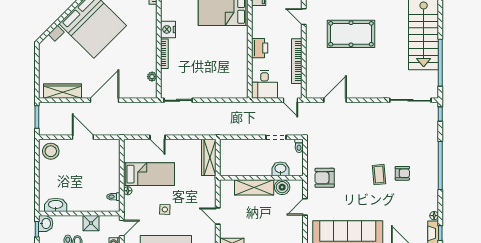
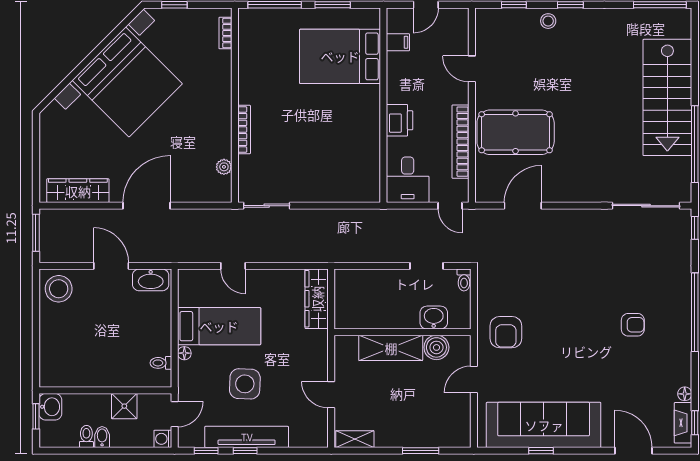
nightstand: (168, 29) -> (250, 90), removed
pool table: (351, 34) -> (516, 132), moved
coffee table: (379, 175) -> (595, 327), removed
armchair: (325, 178) -> (506, 332), turned -90
washbasin: (56, 205) -> (151, 280), moved, turned 180
side table: (165, 209) -> (245, 384), width x1.87, depth x1.87

